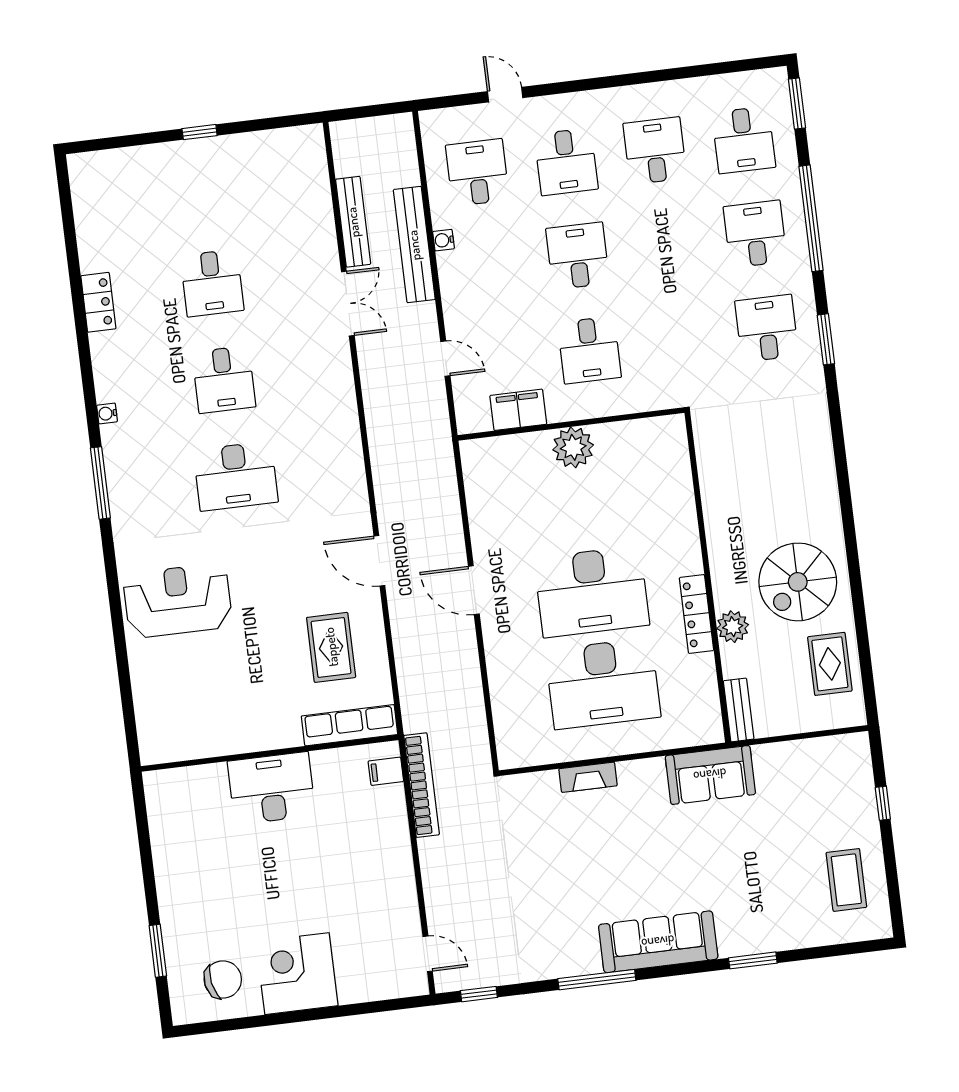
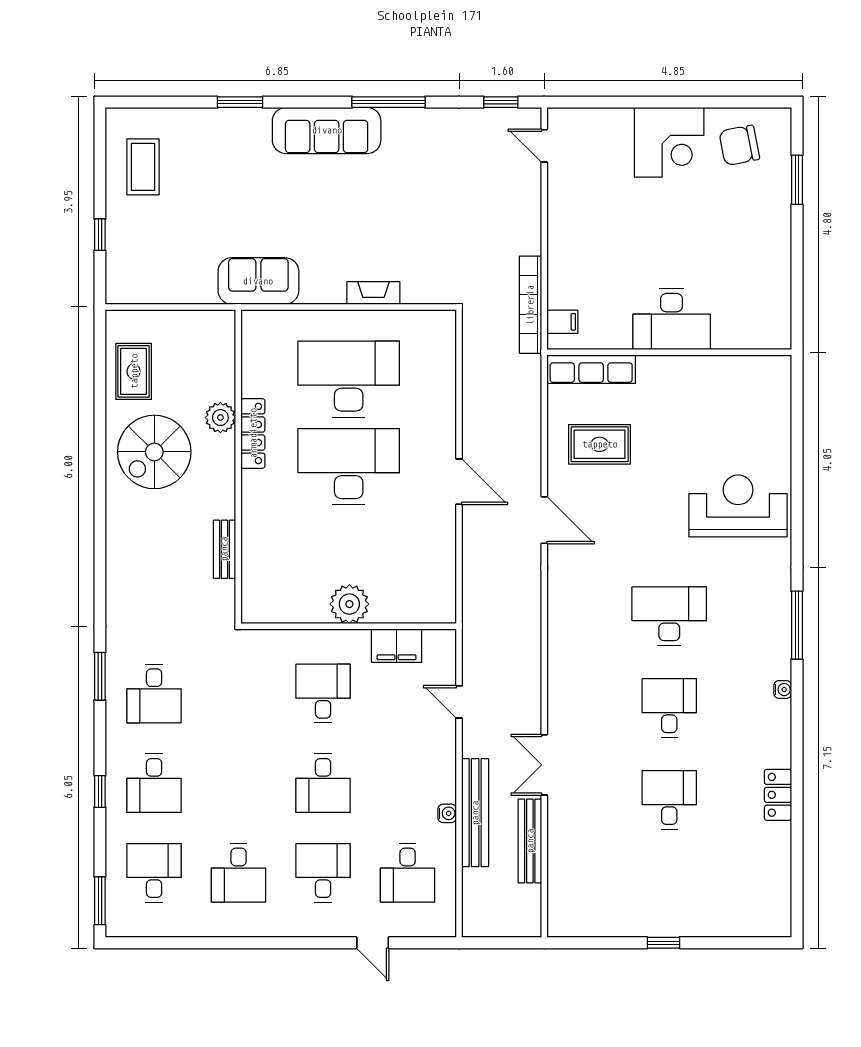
window: (811, 218) -> (100, 792), width x0.32
spiral stairs: (798, 582) -> (154, 452), turned 180
reception desk: (178, 601) -> (738, 506), turned 180
rug: (331, 647) -> (600, 444), turned 90
bench: (739, 710) -> (224, 549), moved

